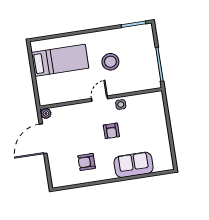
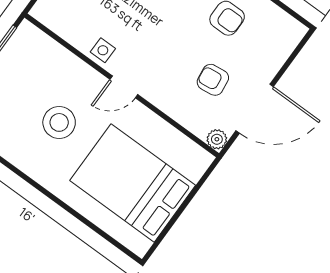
bed: (60, 60) -> (133, 183), width x1.50
armchair: (111, 131) -> (213, 80), moved, turned -97

